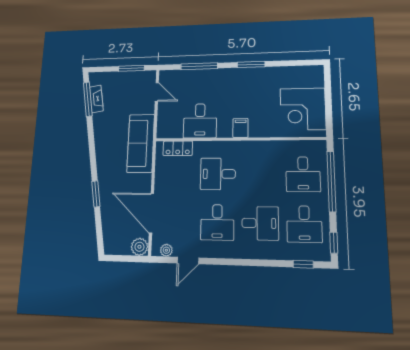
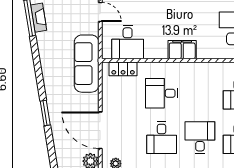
desk: (200, 121) -> (128, 42), moved
filing cabinet: (241, 128) -> (182, 50), width x2.00
desk: (260, 223) -> (200, 138), turned -90

